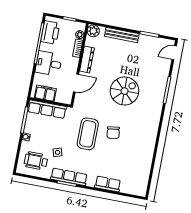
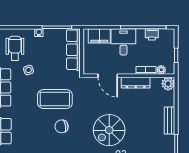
printer: (50, 32) -> (152, 34), width x0.53, depth x0.68
bench: (122, 35) -> (169, 121), width x0.73
spiral stairs: (125, 91) -> (109, 130), turned 90
filing cabinet: (45, 93) -> (99, 36), moved, turned 90

